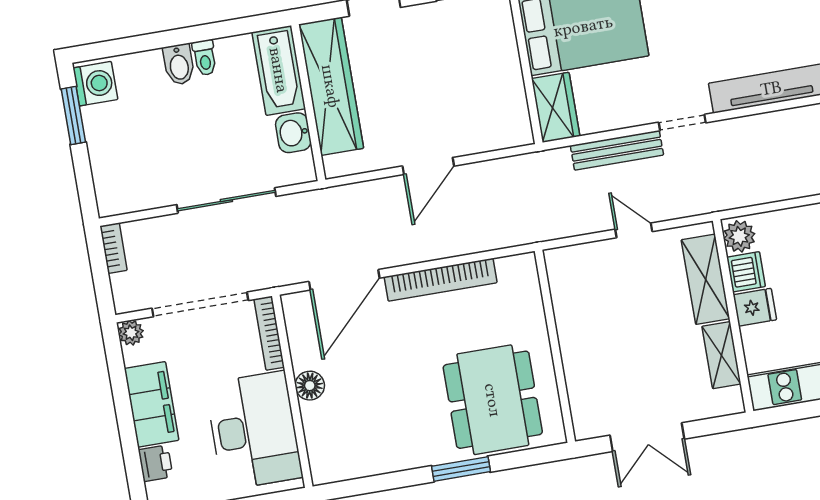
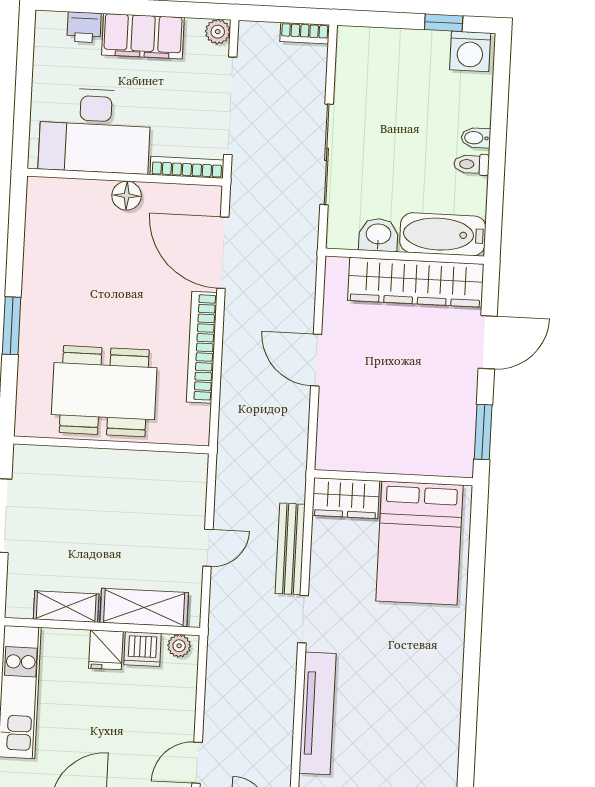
bidet: (179, 64) -> (476, 138), width x0.72, depth x0.74
window: (73, 116) -> (444, 23), width x0.67
plant: (739, 236) -> (179, 646), width x0.73, depth x0.73
dining table: (493, 400) -> (104, 391), moved

